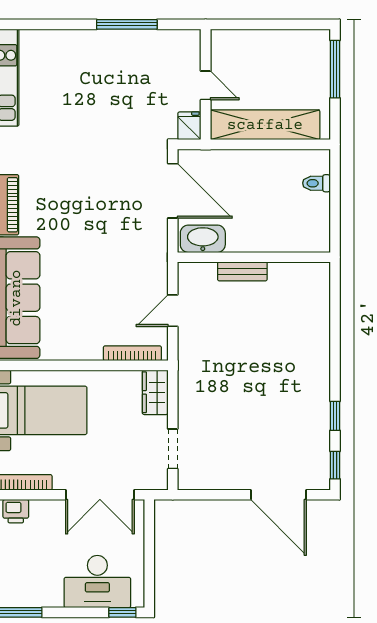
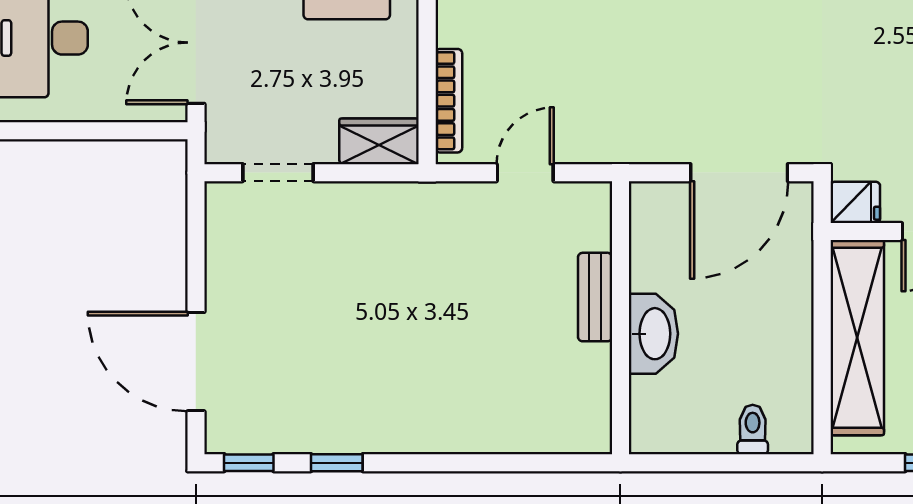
washbasin: (203, 239) -> (653, 334), moved
door: (173, 311) -> (525, 173), hinge flipped
door: (278, 495) -> (196, 362), hinge flipped

